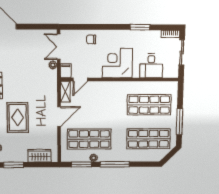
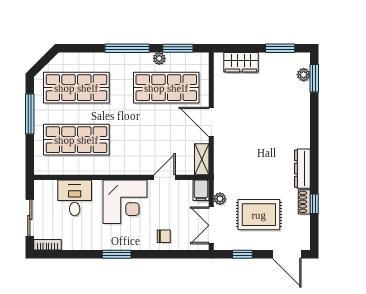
window: (37, 27) -> (242, 254), added
window: (140, 27) -> (117, 254), moved
double door: (59, 47) -> (211, 225), swing flipped
door: (80, 80) -> (165, 177), moved
door: (59, 117) -> (211, 122), hinge flipped
rug: (18, 118) -> (259, 215), moved, turned 90

